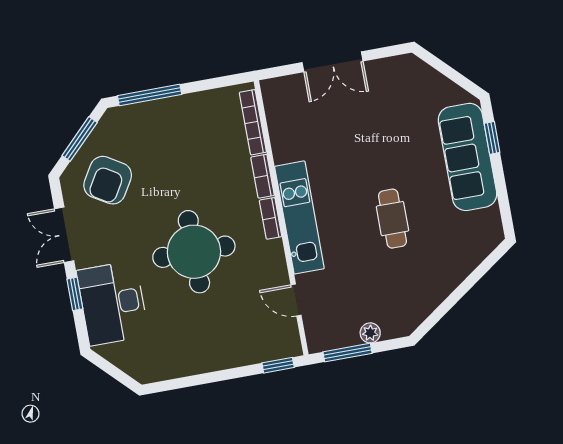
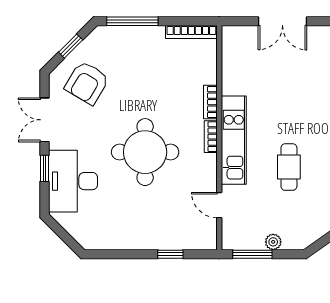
bookcase: (253, 122) -> (191, 32), moved, turned -90
window: (80, 139) -> (71, 46), width x0.67
cafe table: (392, 219) -> (289, 167), moved
window: (278, 365) -> (170, 254), moved

